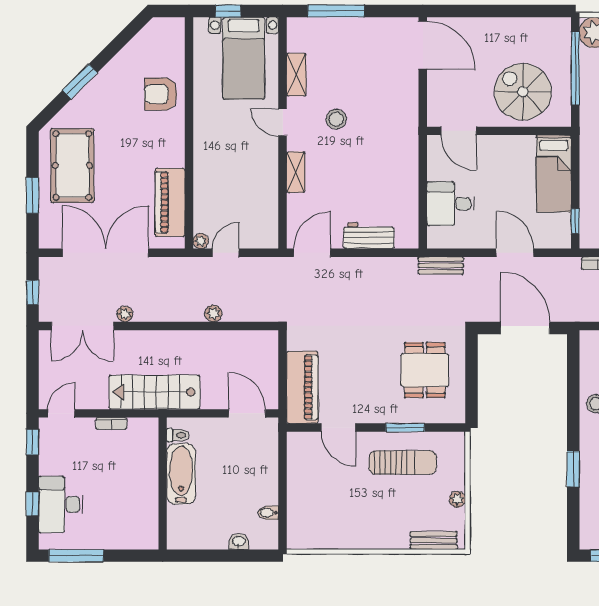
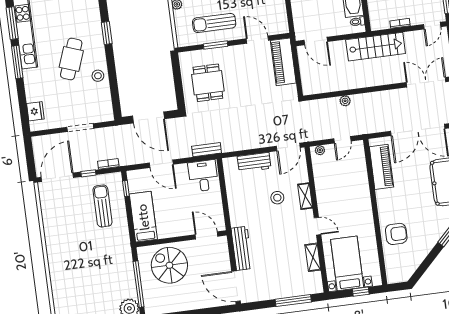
spiral stairs: (523, 92) -> (169, 265), turned 180
workbench: (406, 103) -> (242, 248), added
stool: (336, 119) -> (277, 198), moved
desk: (450, 204) -> (203, 176), moved, turned -90
plant: (201, 241) -> (320, 150), moved
plant: (125, 314) -> (401, 93), removed

